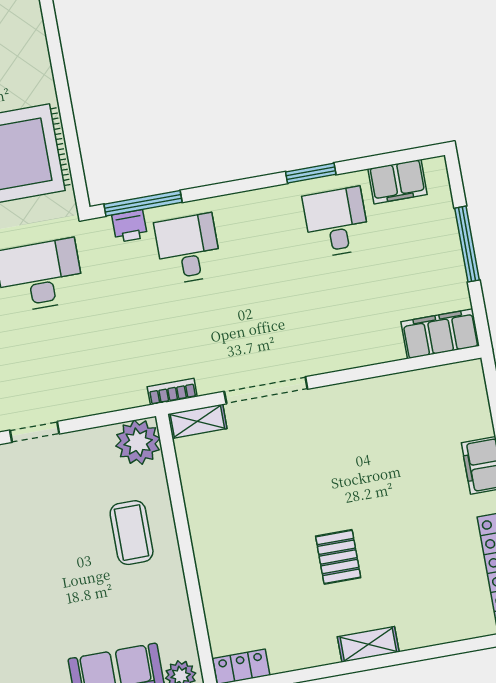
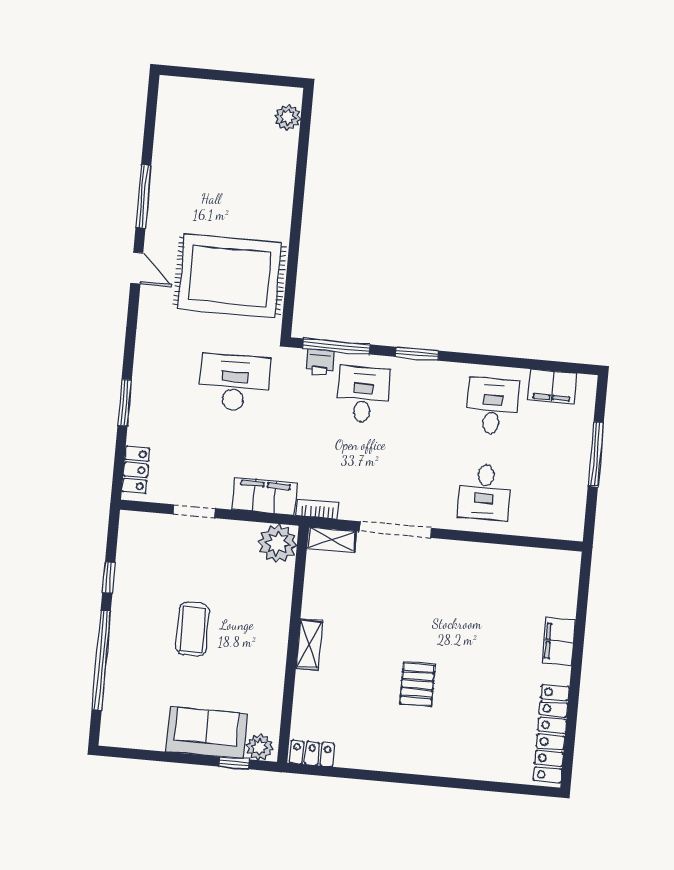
window: (311, 173) -> (417, 354), moved
desk: (354, 321) -> (485, 492), added
filing cabinet: (440, 334) -> (265, 496), moved
coffee table: (132, 533) -> (192, 629), moved
shelving: (368, 644) -> (309, 645), moved, turned 90

